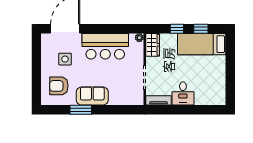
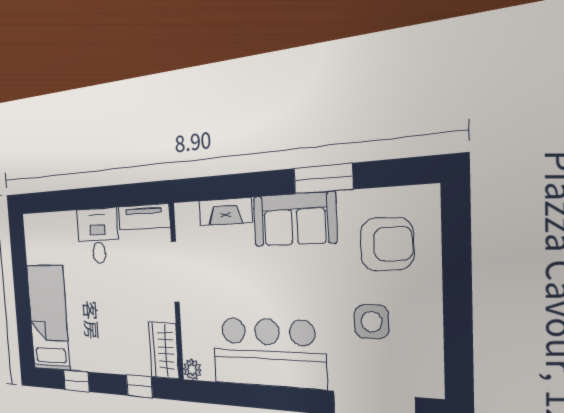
window: (177, 29) -> (139, 386), moved
bed: (202, 44) -> (48, 318), moved, turned -90
fireplace: (120, 100) -> (225, 212), added

